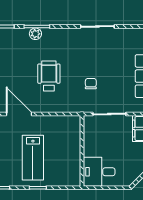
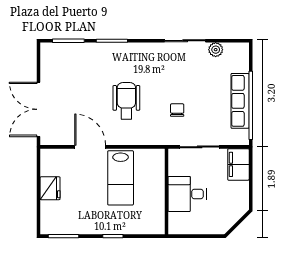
plant: (35, 34) -> (216, 50), moved
lab bench: (33, 158) -> (121, 178), moved
desk: (99, 172) -> (187, 194), moved

